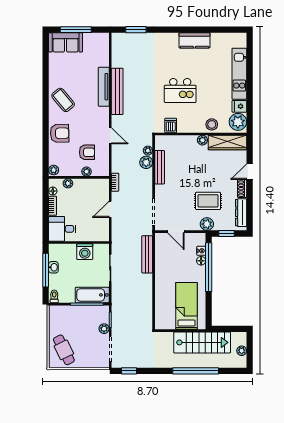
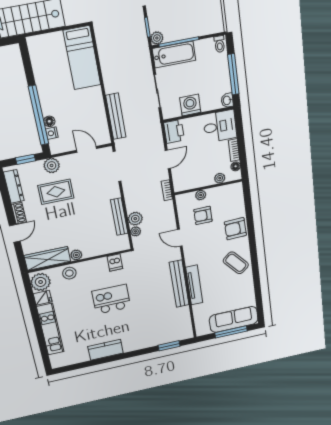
sofa: (66, 42) -> (234, 319), width x1.36
plant: (54, 170) -> (237, 189), removed
printer: (101, 232) -> (174, 131), added
washbasin: (53, 267) -> (227, 100), moved
bed: (186, 306) -> (82, 58), moved
plant: (104, 329) -> (157, 38), moved

